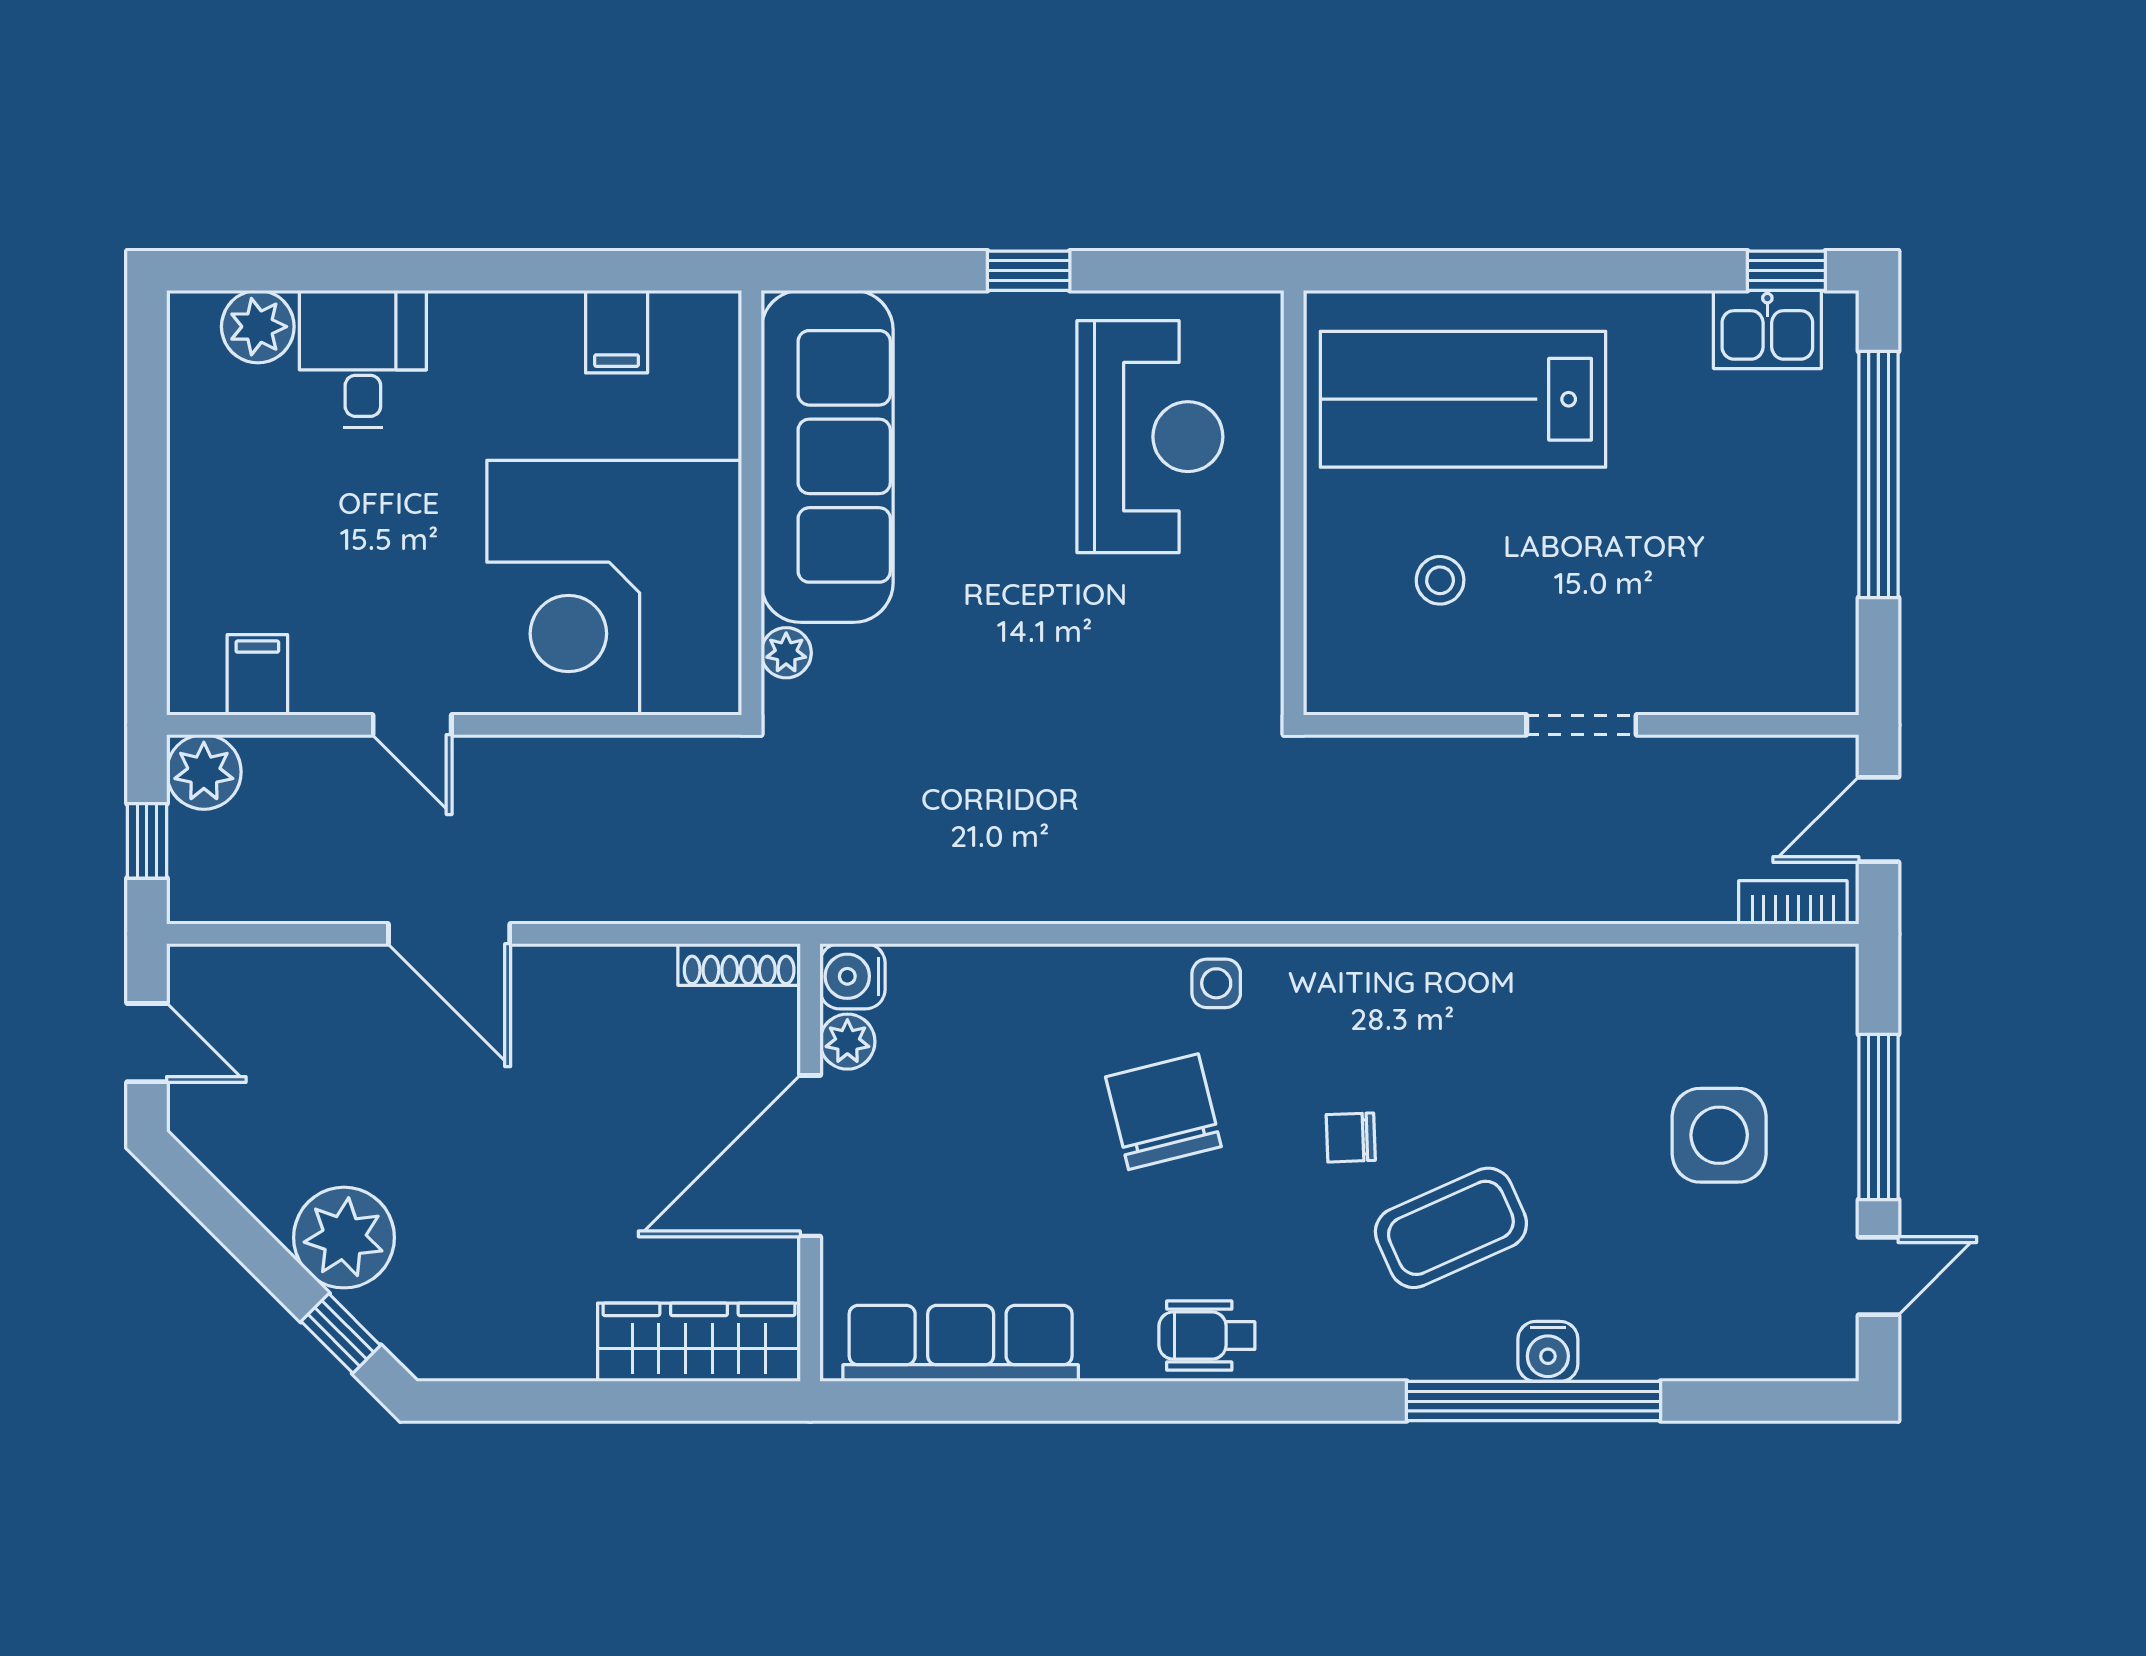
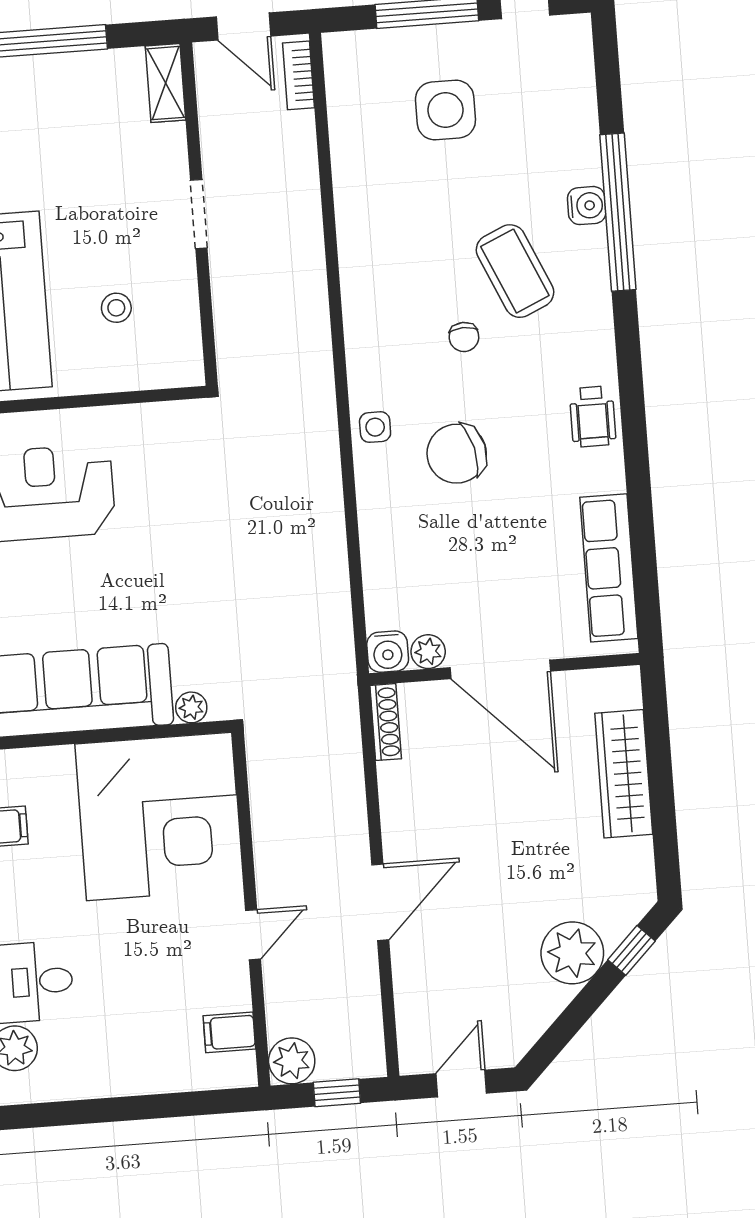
shelving: (1797, 687) -> (166, 83), added
wardrobe: (699, 1342) -> (624, 774), moved

